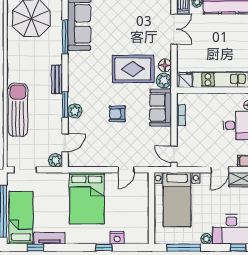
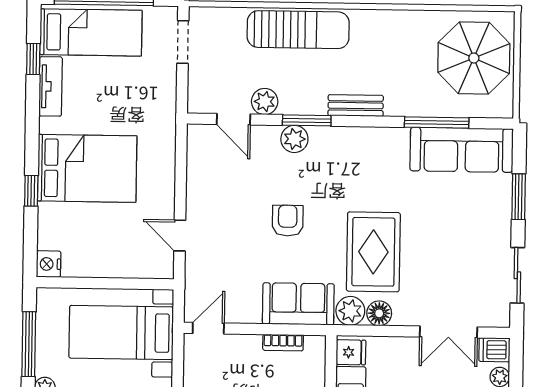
plant: (56, 160) -> (265, 102), moved
bed: (87, 198) -> (87, 168), moved, turned 180
nightstand: (117, 238) -> (49, 264), moved

